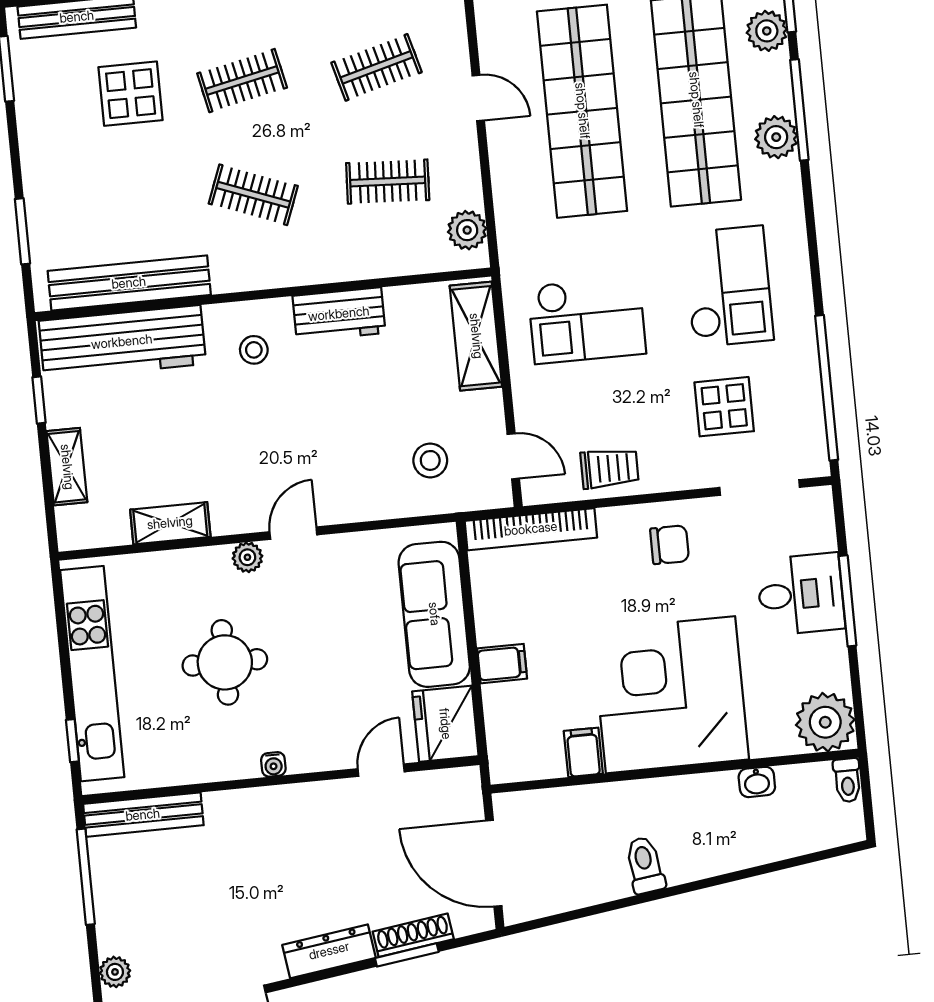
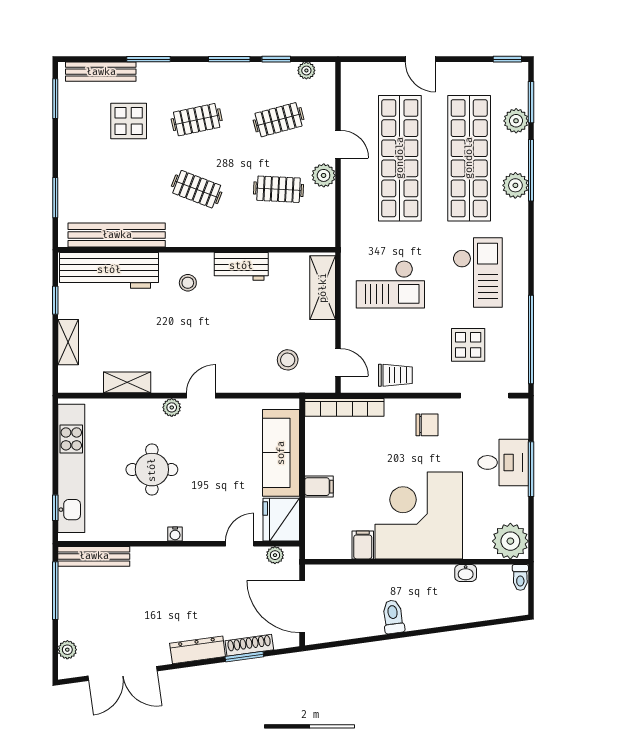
plant: (467, 230) -> (324, 175), moved
plant: (441, 783) -> (275, 555), added

